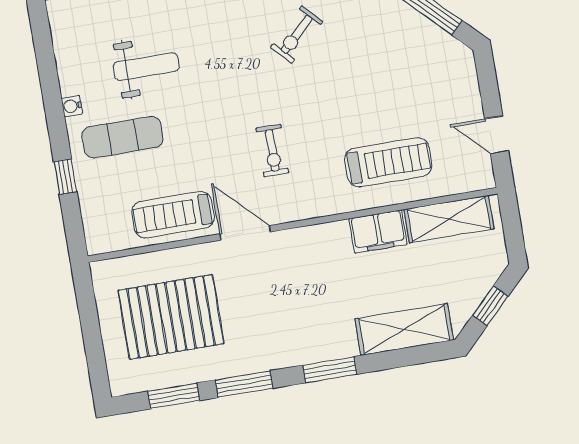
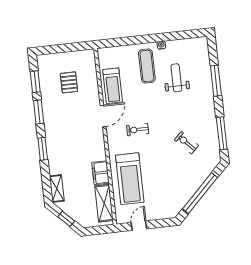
weight bench: (146, 67) -> (176, 78), turned 180
treadmill: (388, 162) -> (130, 179), width x1.37, depth x1.38
window: (65, 177) -> (131, 41), removed
treadmill: (173, 215) -> (113, 86), turned 180
pallet: (171, 317) -> (69, 82), width x0.49, depth x0.50
shelving: (404, 329) -> (57, 188), width x0.67, depth x0.75

